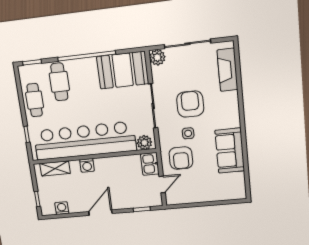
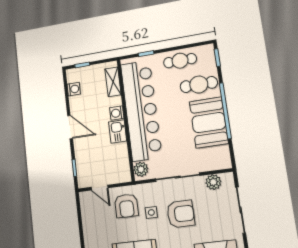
plant: (157, 57) -> (213, 182), moved
booth: (123, 70) -> (209, 122), moved
armchair: (181, 158) -> (126, 206), turned -90
kitchen sink: (150, 164) -> (118, 131), moved, turned -90

